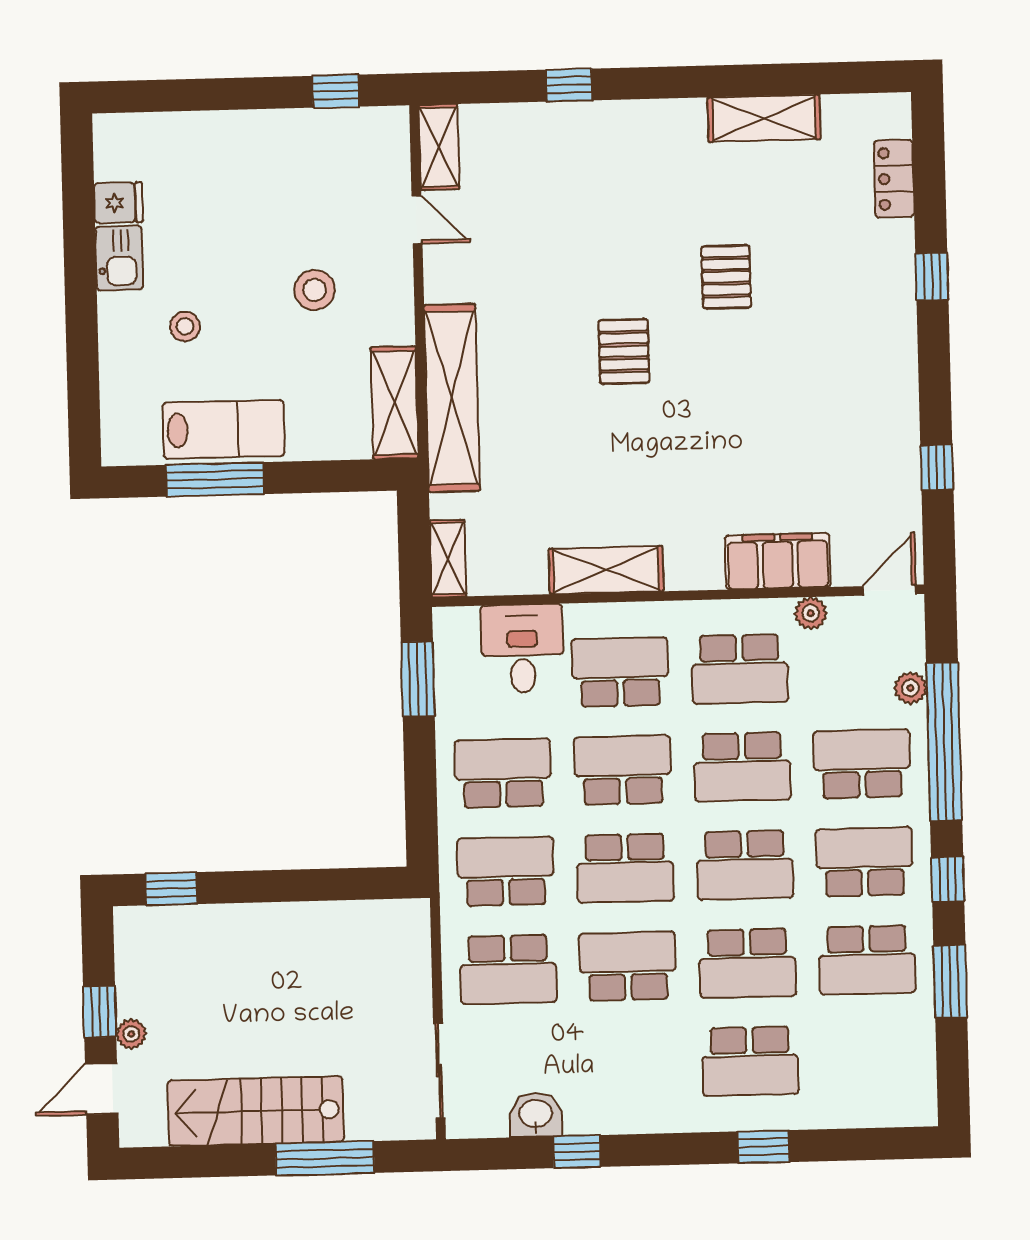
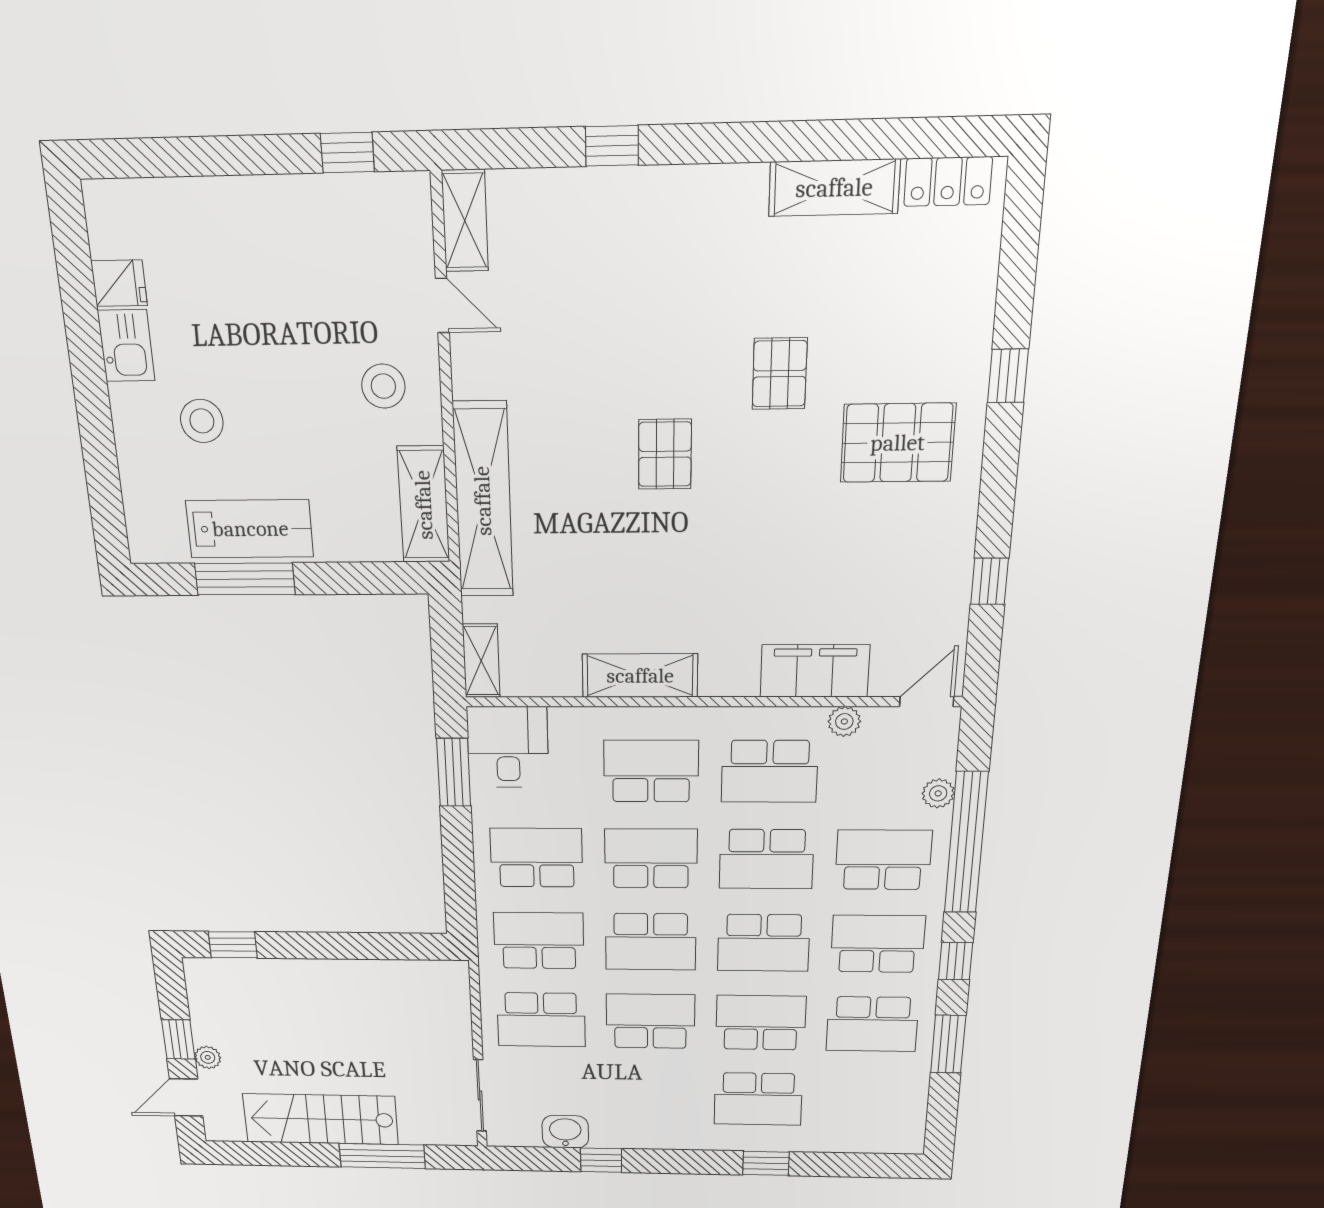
locker: (894, 179) -> (948, 182), moved, turned -90
stool: (315, 290) -> (383, 386), moved
stool: (185, 327) -> (202, 421), width x1.37, depth x1.37
pallet: (839, 338) -> (898, 443), added
desk: (522, 649) -> (508, 747), moved
school desk: (747, 963) -> (761, 1023), turned 180

